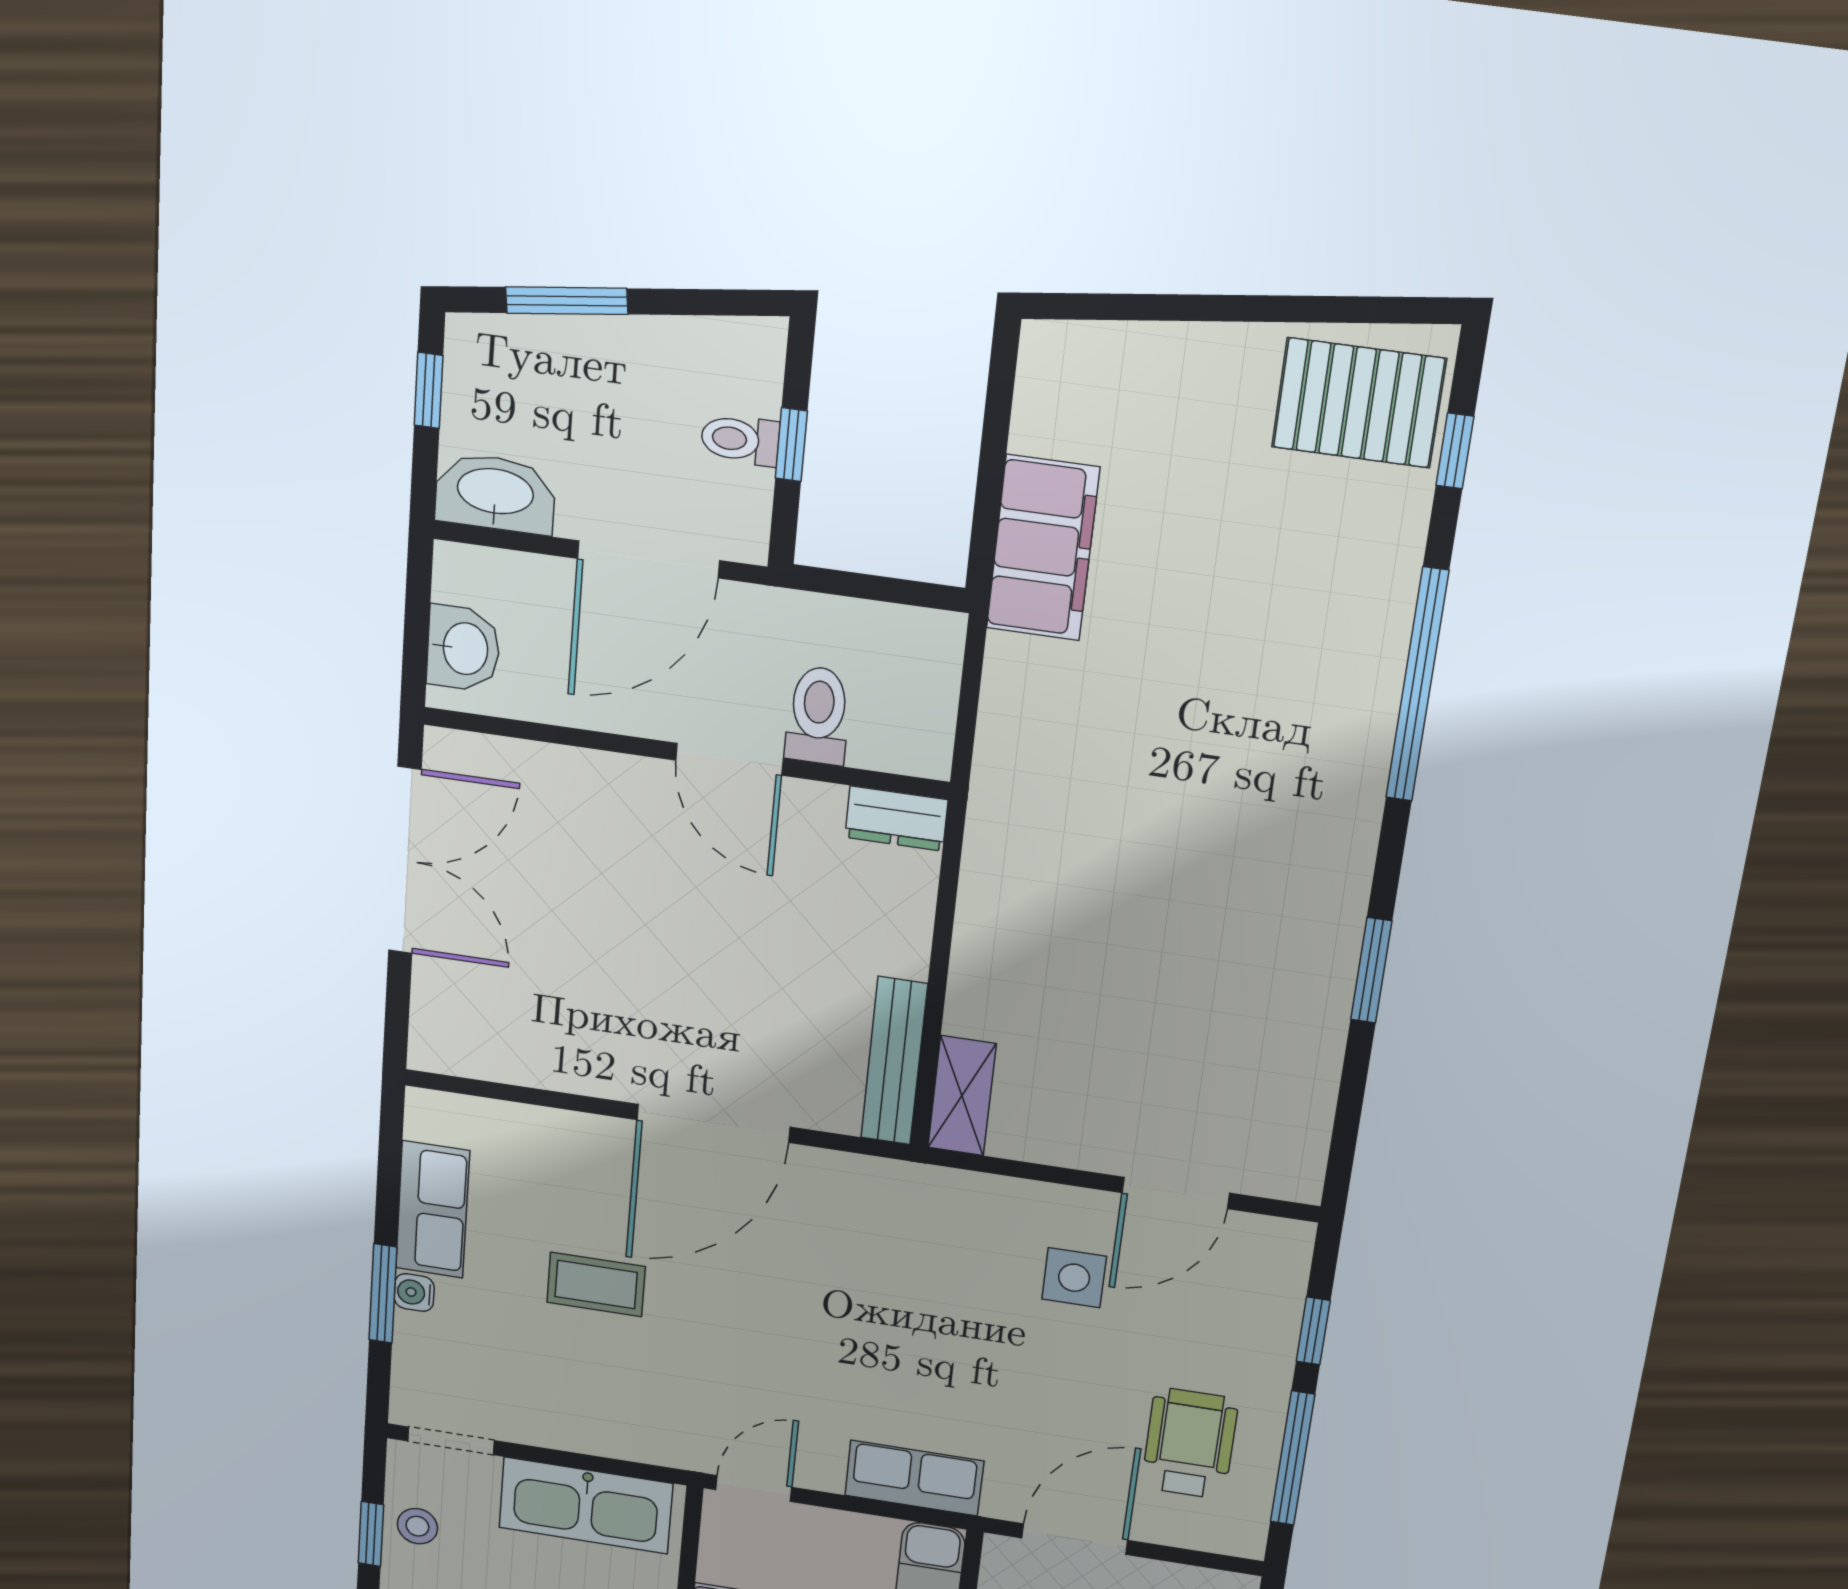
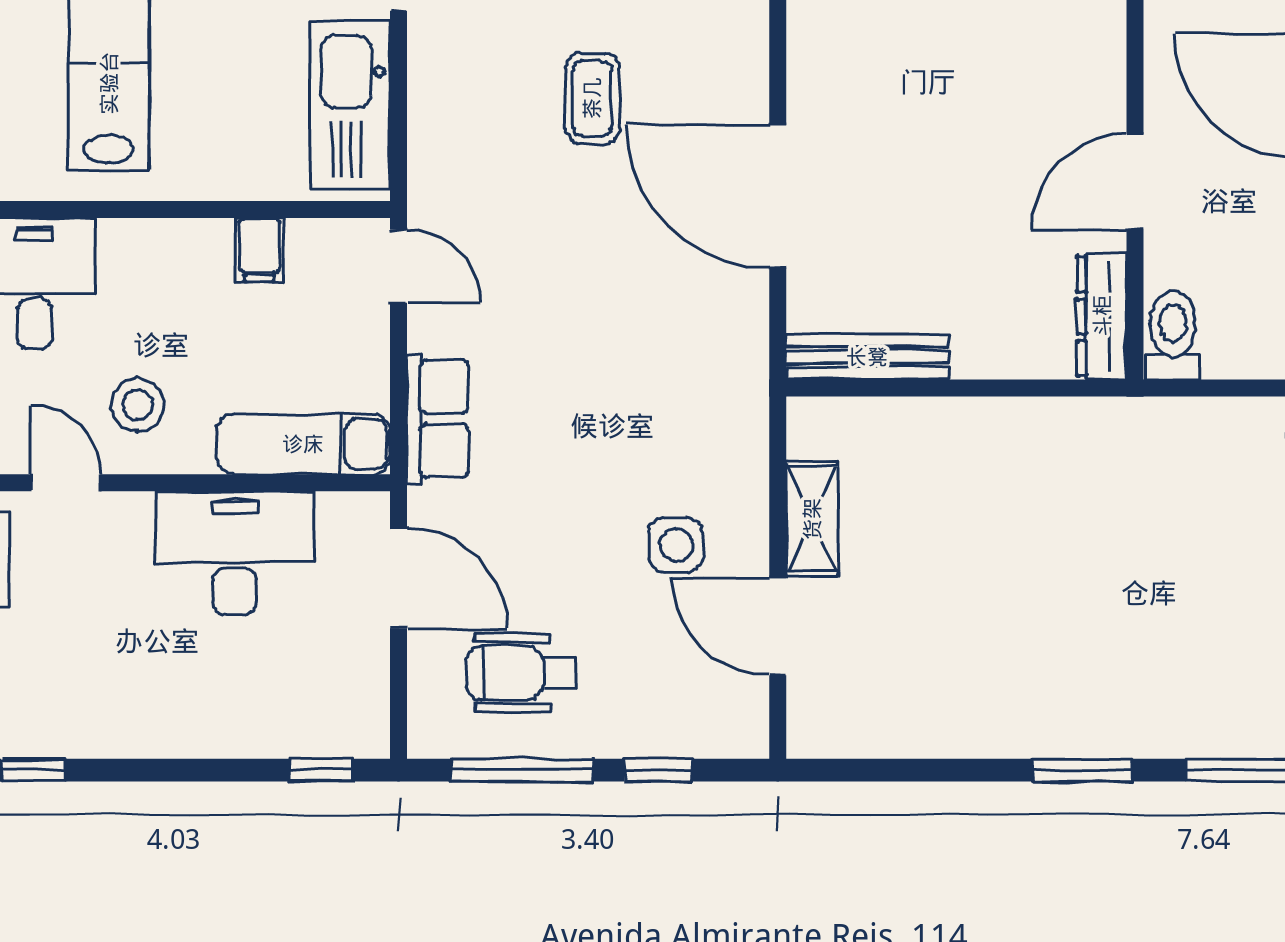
toilet: (818, 715) -> (1173, 335), moved, turned -90
dresser: (896, 819) -> (1102, 316), width x1.44
window: (1371, 970) -> (1082, 770), moved
shelving: (962, 1096) -> (812, 519), moved, turned 90
wheelchair: (1190, 1443) -> (521, 673), turned 180

